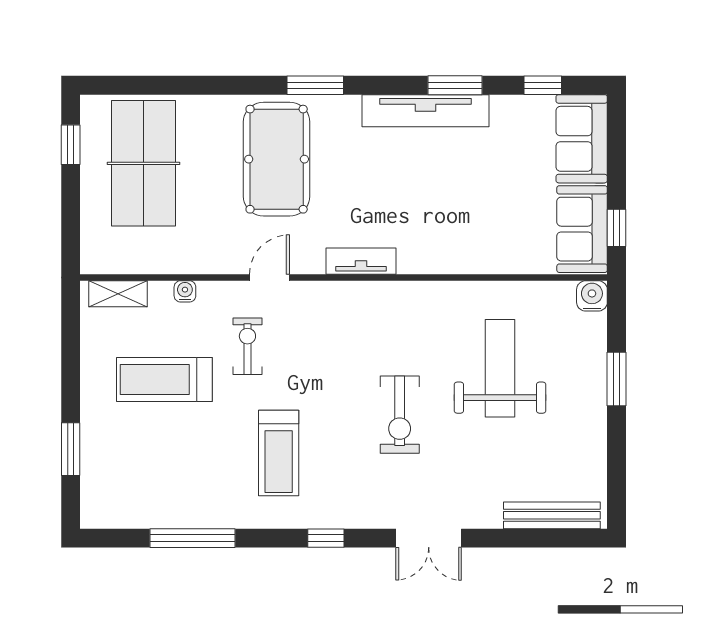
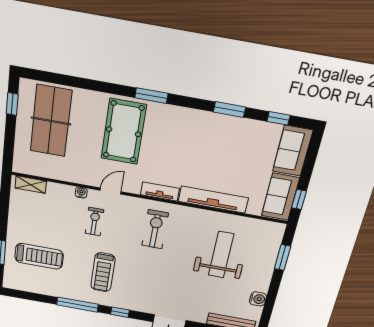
tv unit: (426, 111) -> (213, 200), moved, turned 180
water cooler: (185, 291) -> (81, 193), moved
water cooler: (592, 296) -> (258, 299), moved, turned 90
window: (617, 379) -> (282, 257), moved
treadmill: (164, 380) -> (39, 256), moved, turned 180
exercise bike: (400, 415) -> (155, 229), moved, turned 180
window: (193, 538) -> (77, 305), moved

